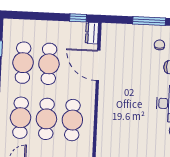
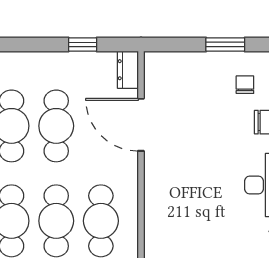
window: (78, 18) -> (83, 44), moved
window: (149, 21) -> (225, 44), width x0.69

